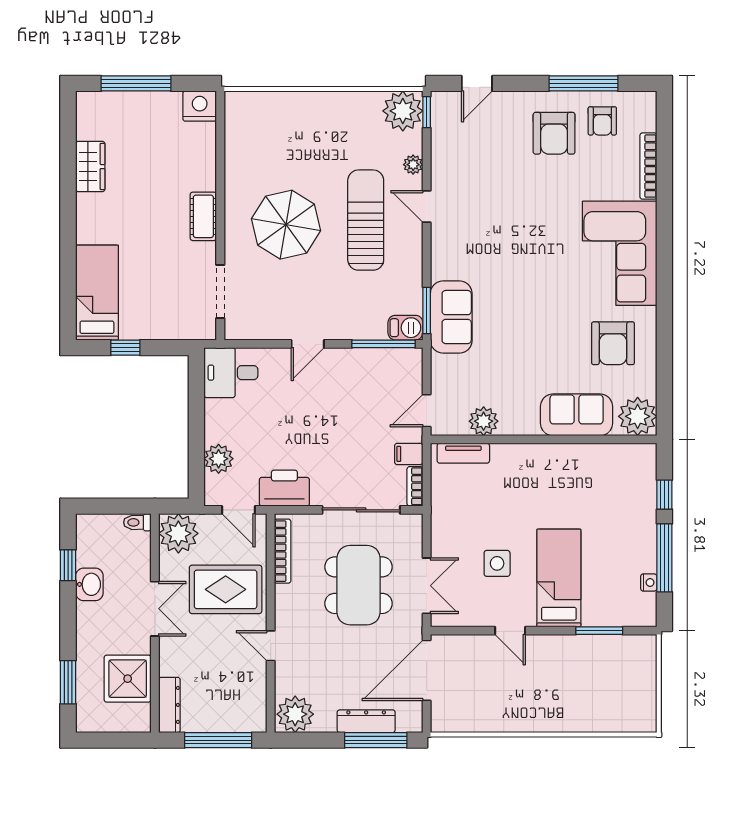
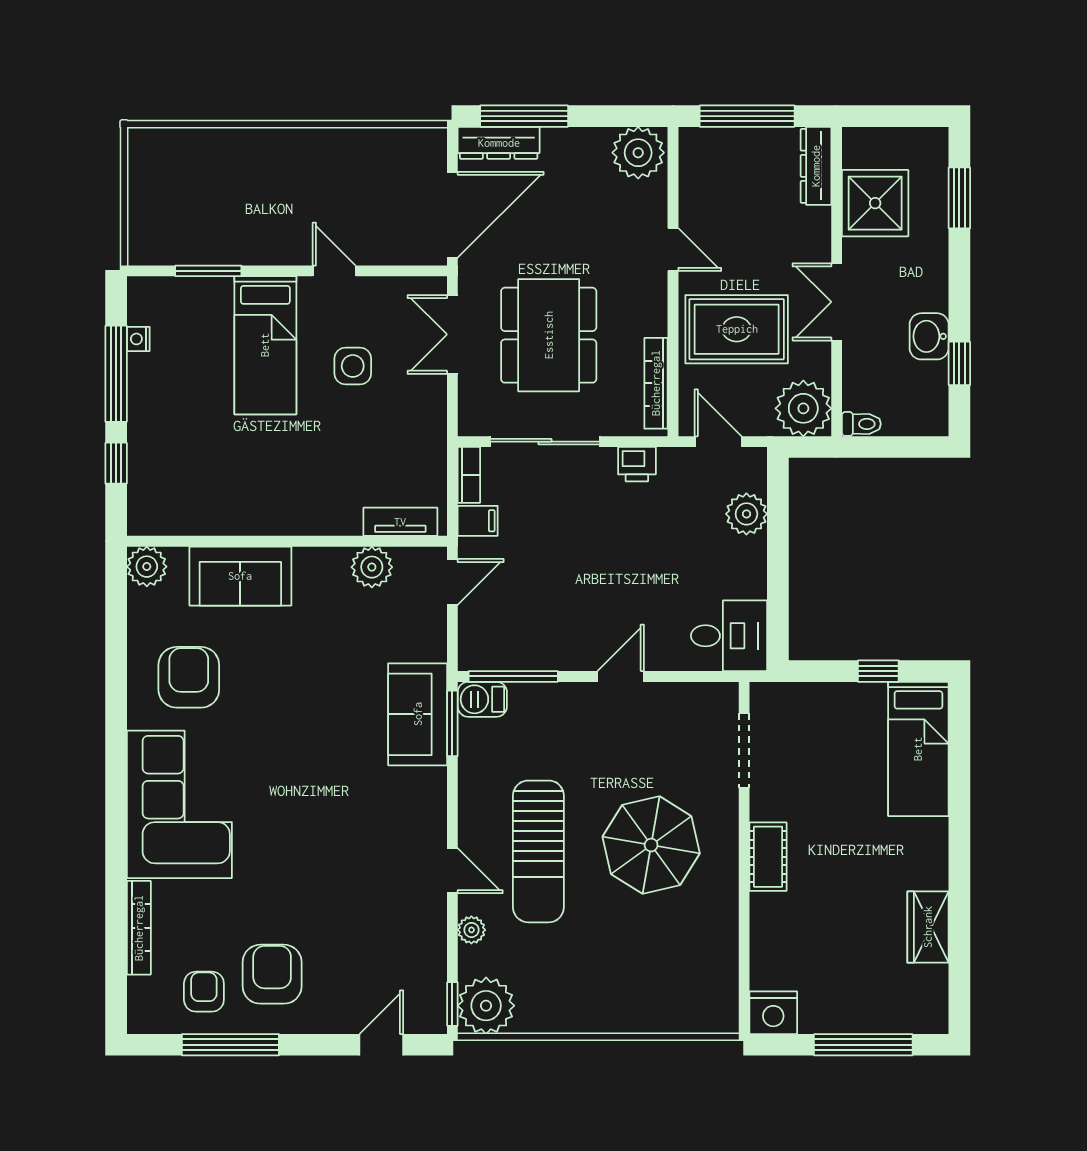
plant: (638, 416) -> (147, 567), width x0.73, depth x0.73
printer: (284, 488) -> (637, 464), width x0.53, depth x0.68
dresser: (366, 721) -> (499, 143), moved

